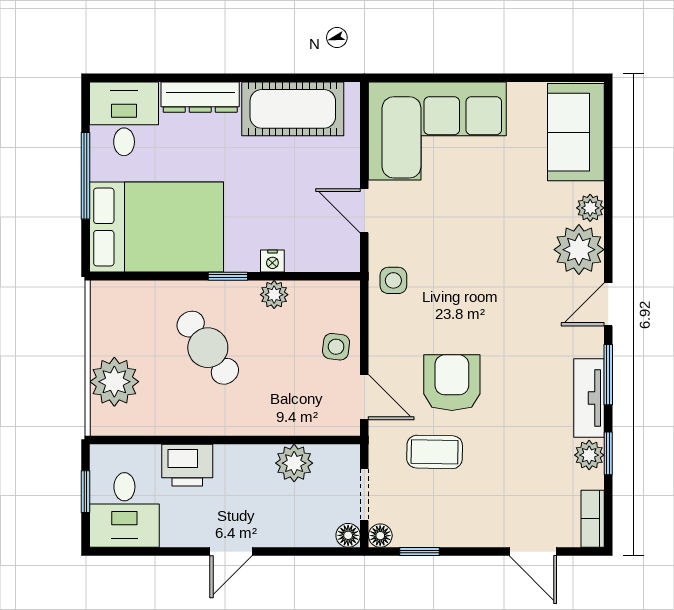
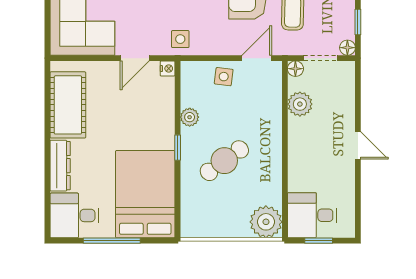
nightstand: (272, 261) -> (168, 69), moved
plant: (114, 382) -> (266, 222), moved
printer: (187, 465) -> (301, 174), removed
desk: (124, 510) -> (312, 215), moved, turned 180
floor lamp: (348, 535) -> (295, 69), moved

